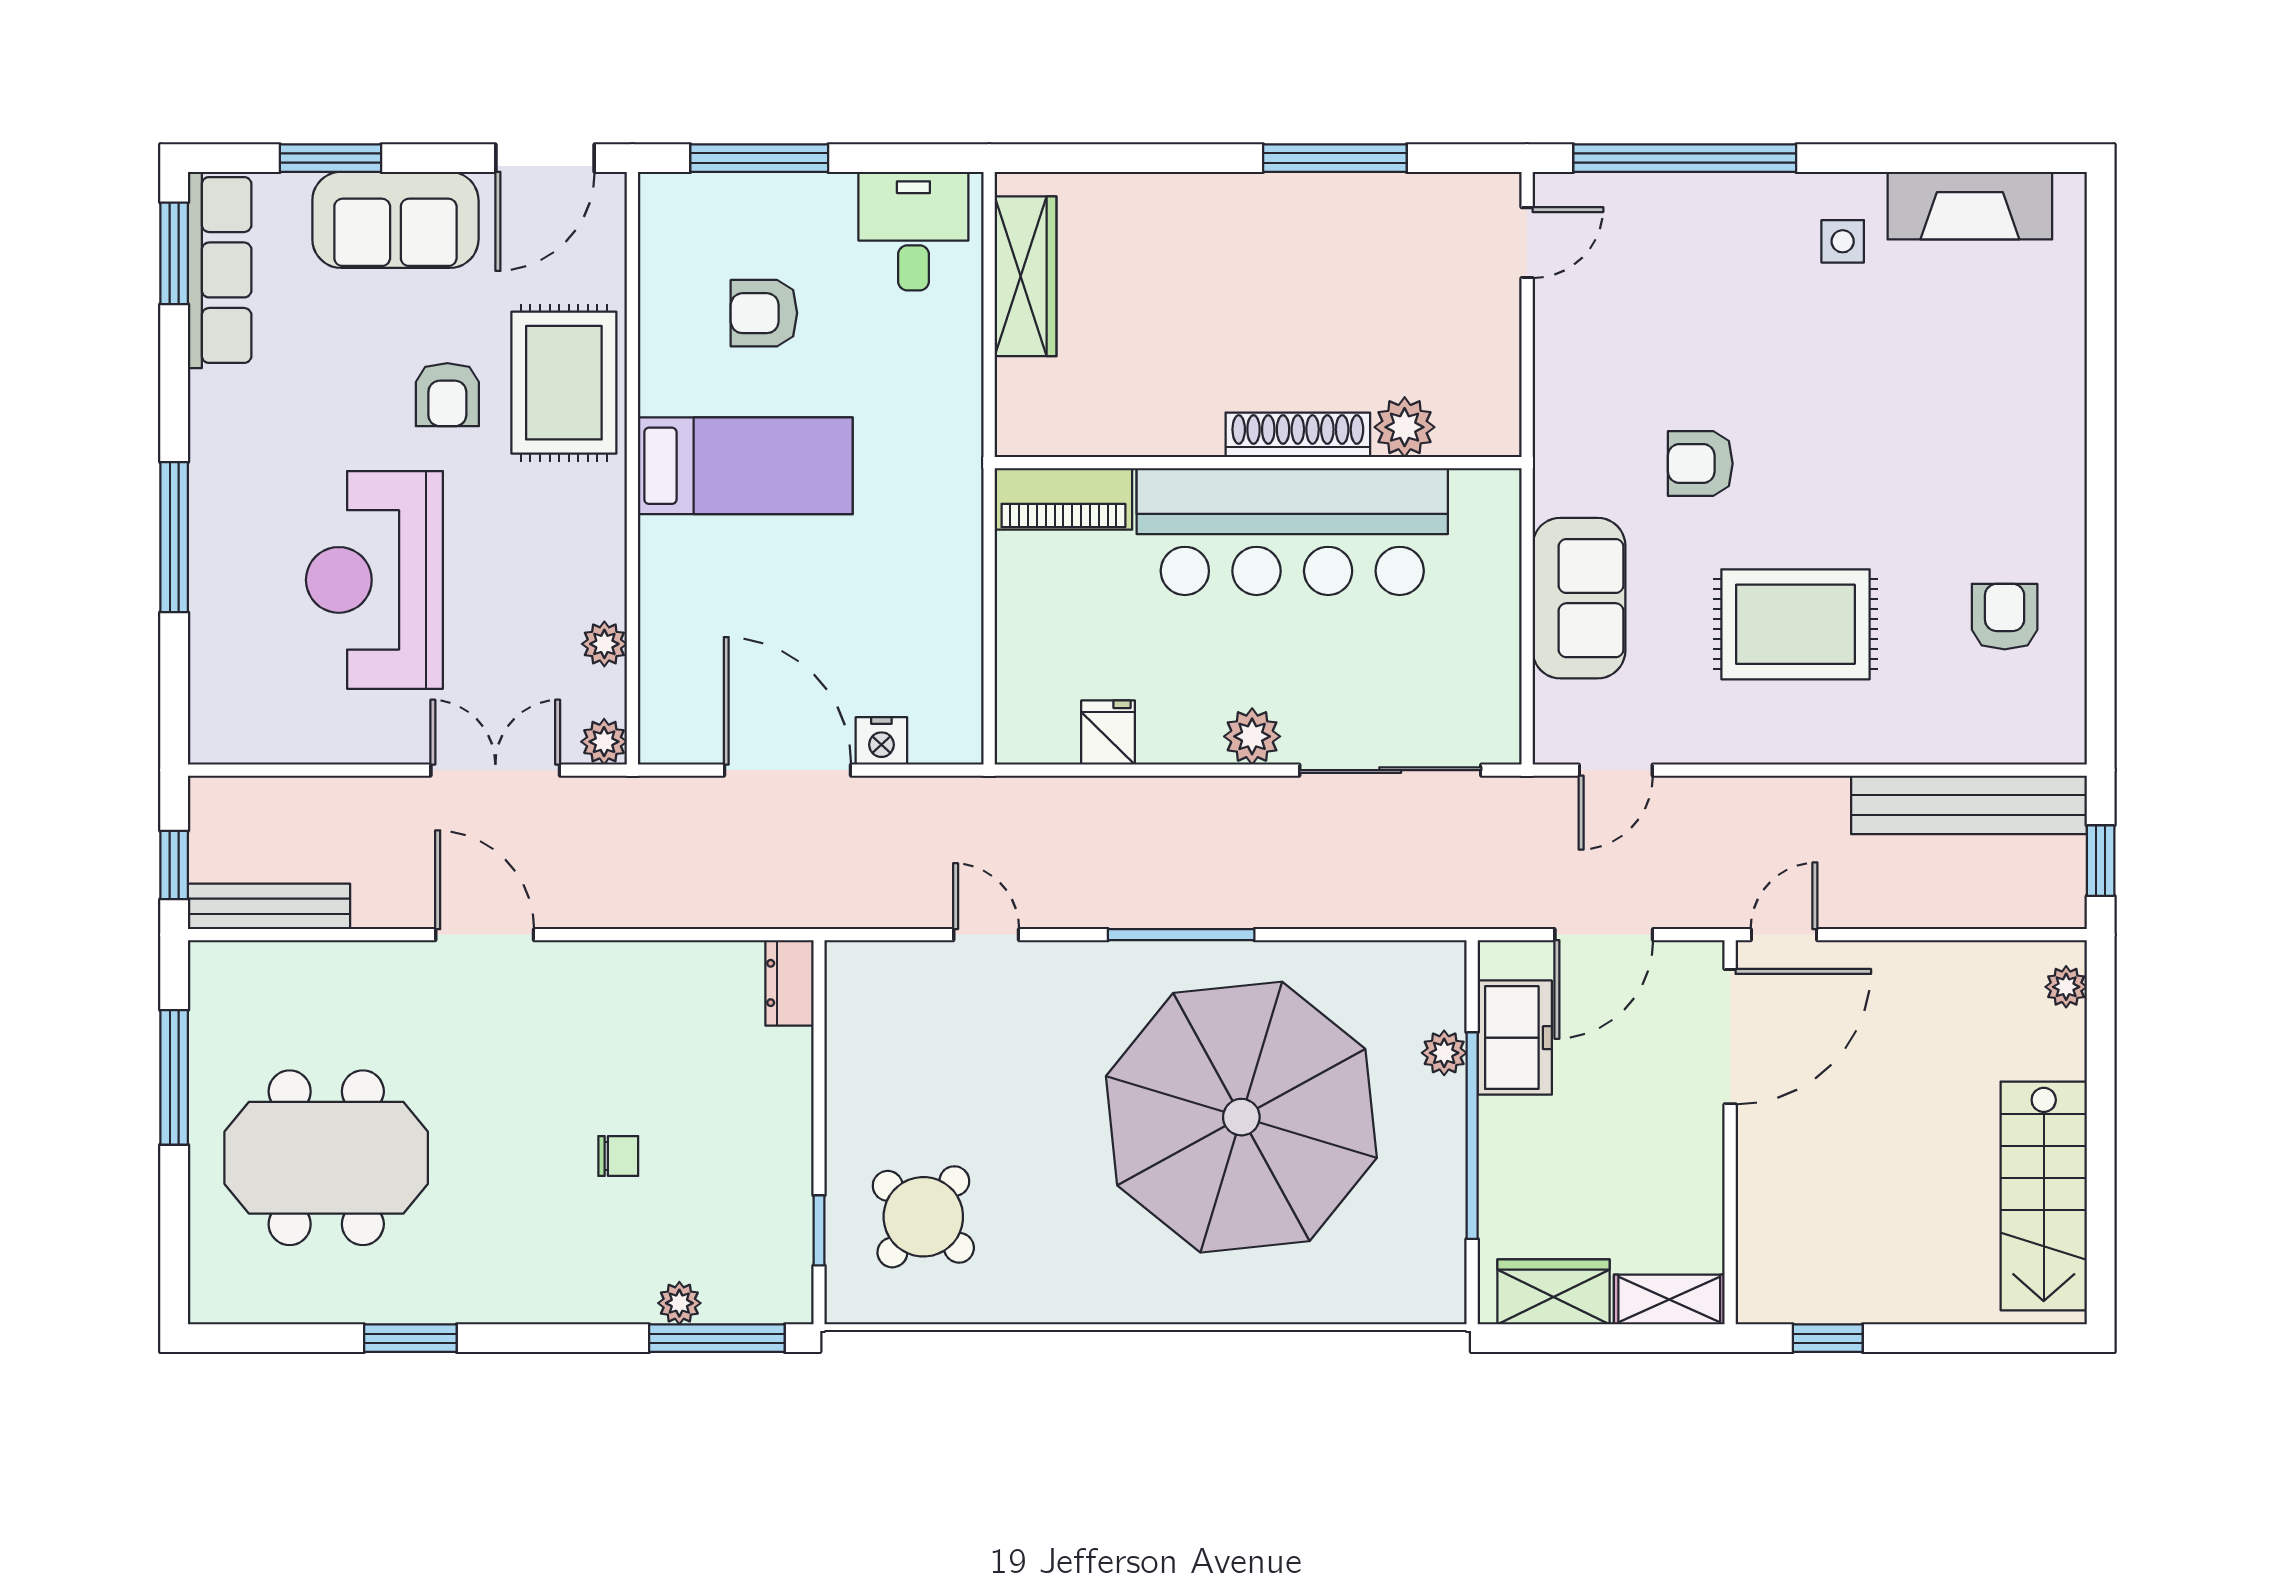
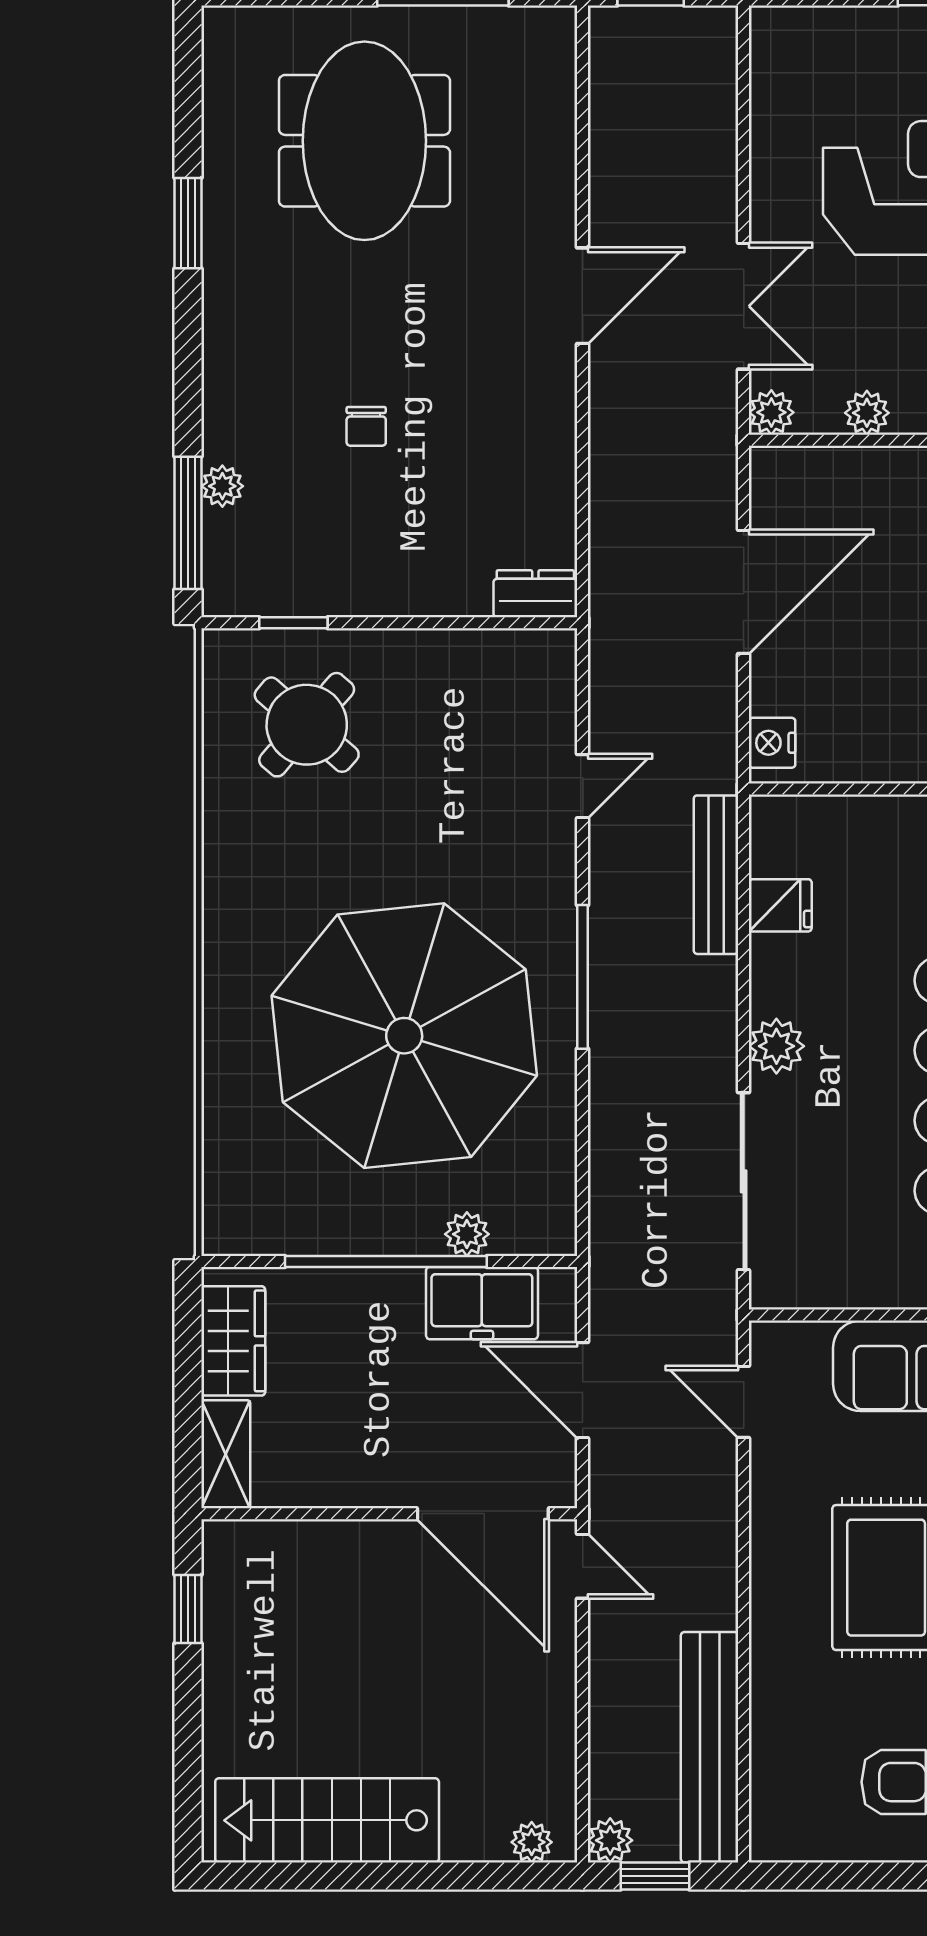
nightstand: (881, 741) -> (772, 743), moved
bench: (269, 906) -> (716, 875), moved
plant: (2064, 906) -> (610, 1840), added

